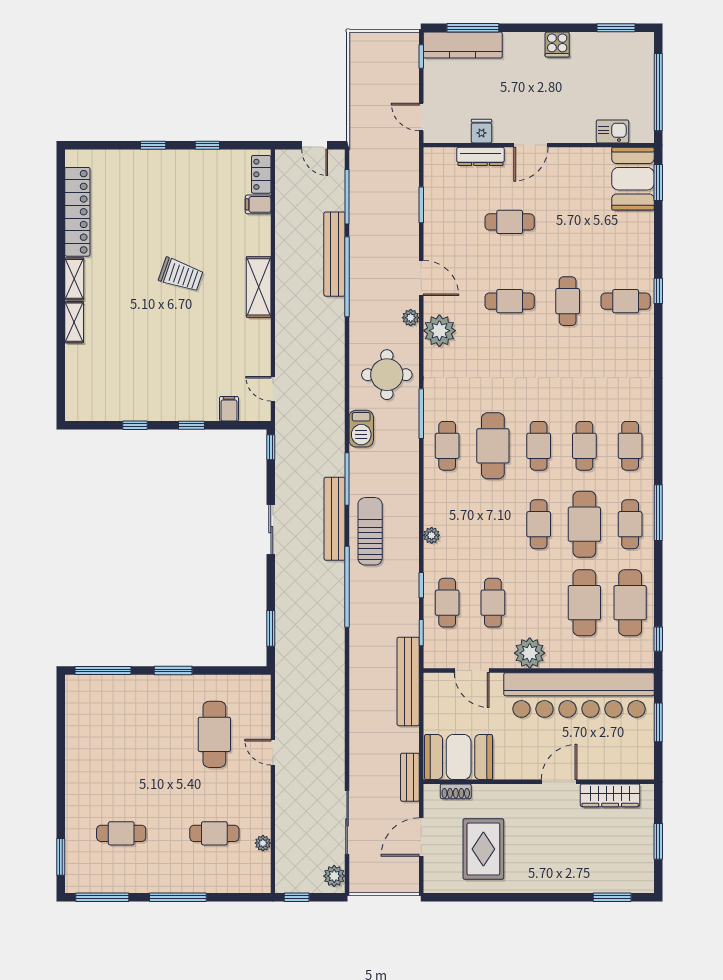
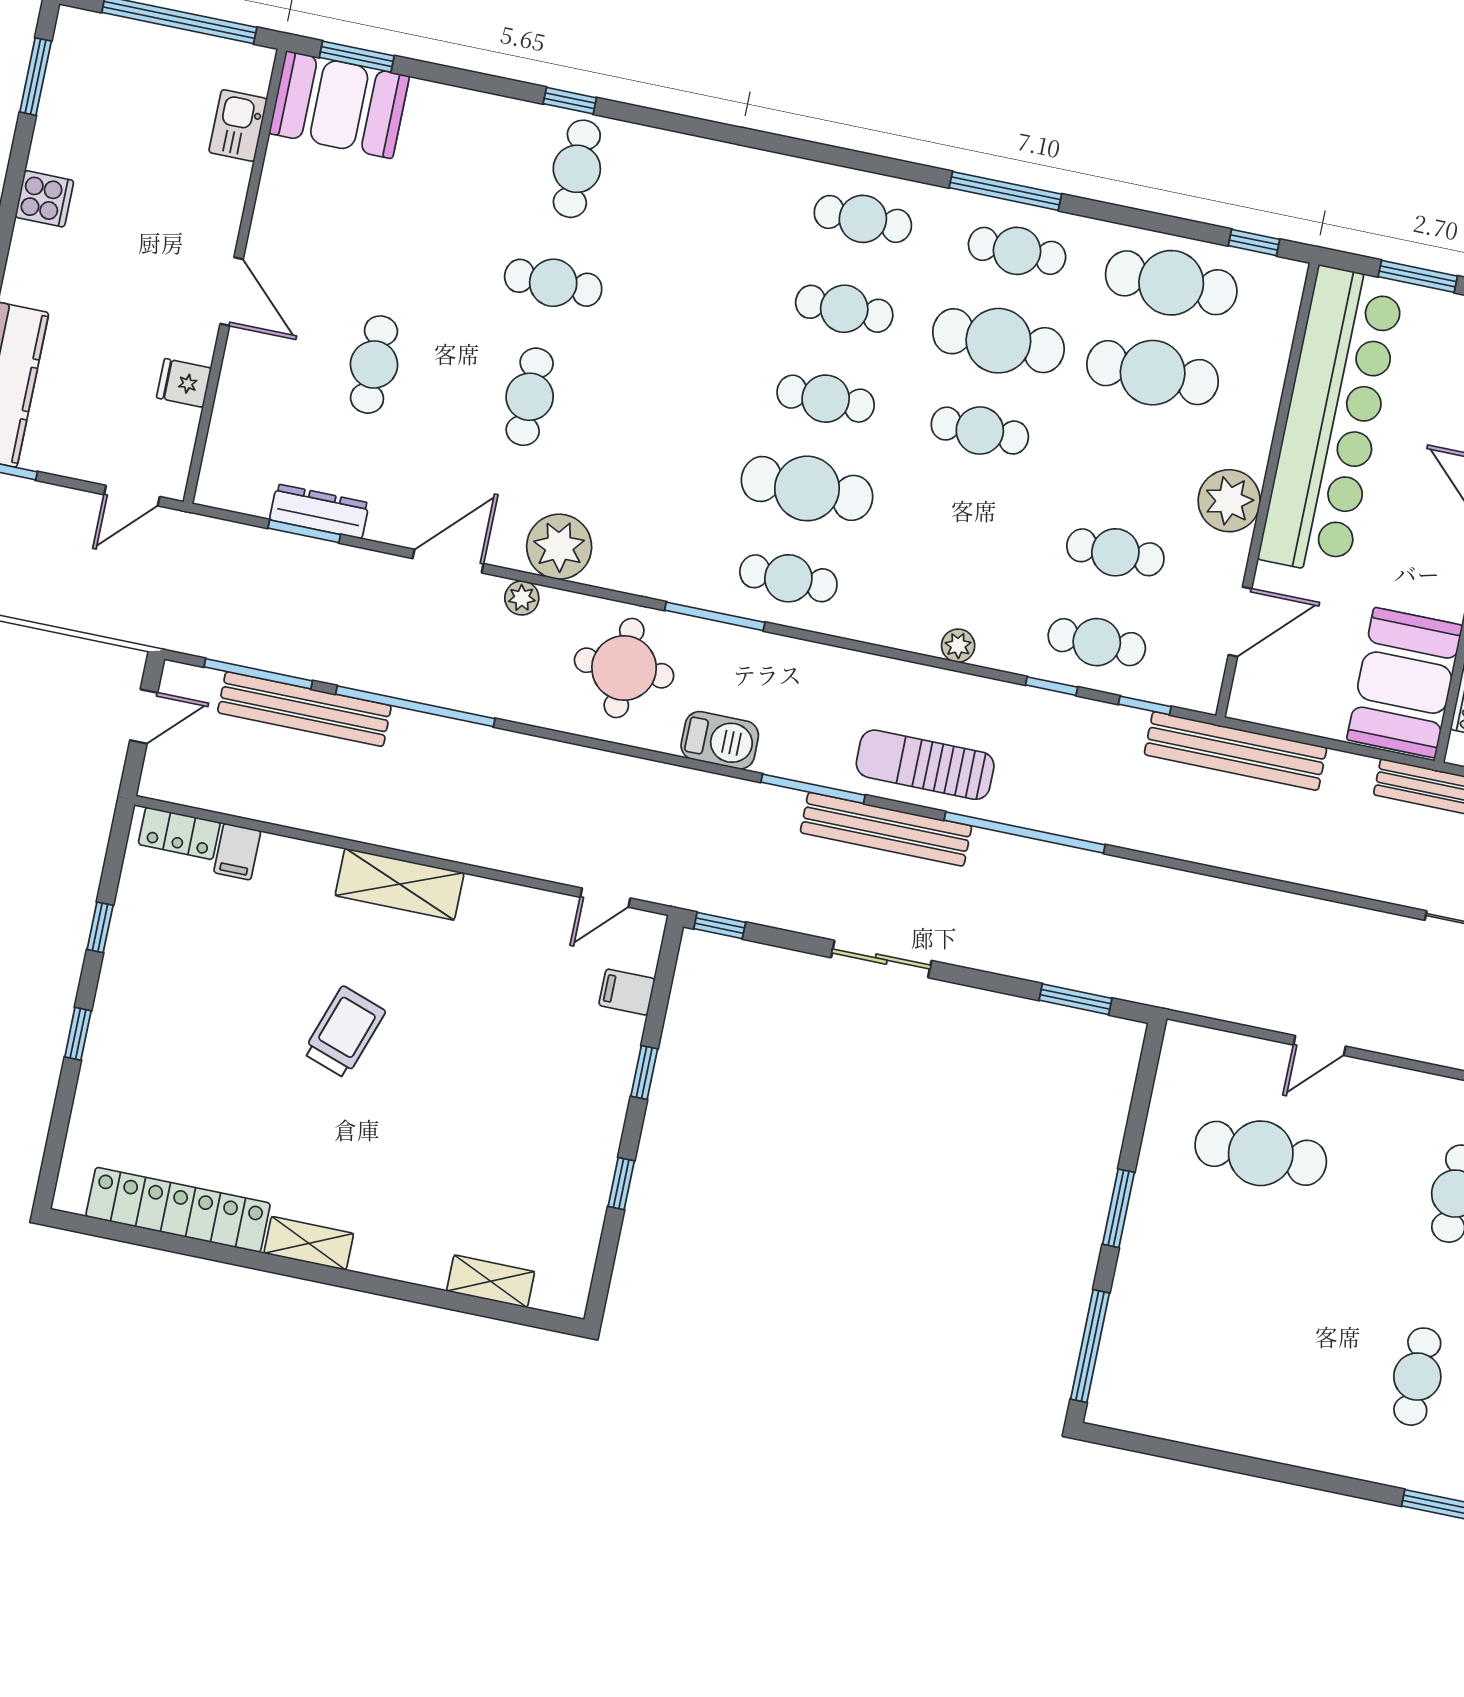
dresser: (480, 156) -> (319, 511), moved, turned -90
bench: (334, 254) -> (304, 709), moved
shelving: (74, 322) -> (491, 1281), moved

